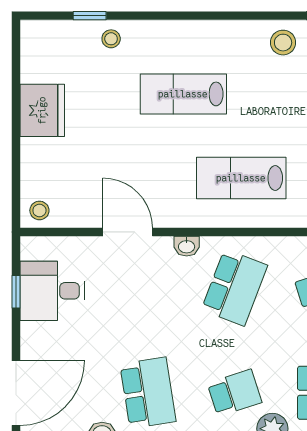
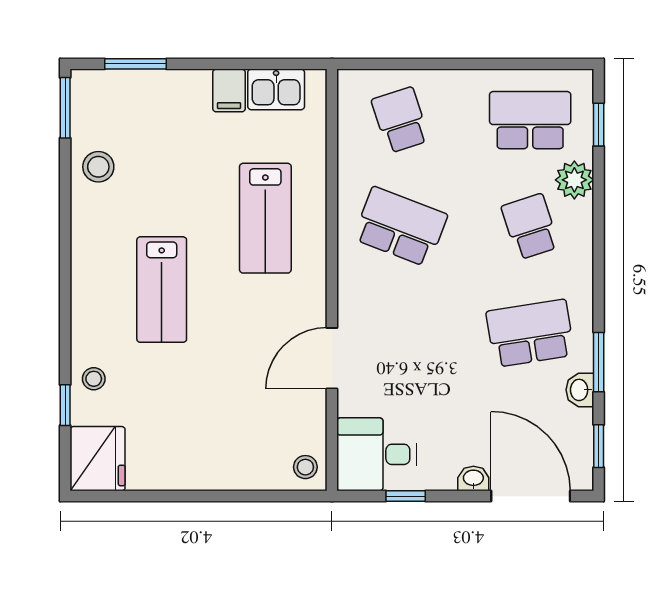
fridge: (42, 110) -> (98, 459), moved, turned 90
washbasin: (187, 246) -> (473, 479), moved, turned -90
desk: (52, 291) -> (376, 454), moved, turned 90

